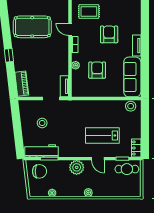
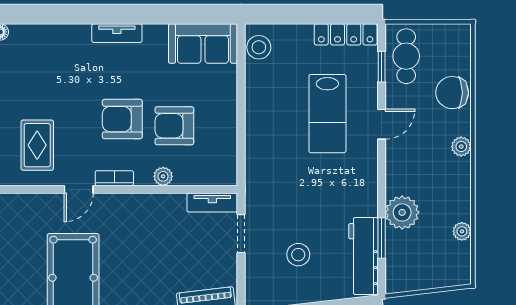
armchair: (109, 34) -> (122, 119), moved
sofa: (132, 77) -> (203, 44), width x0.73
locker: (136, 148) -> (346, 34), width x1.53
plant: (77, 167) -> (402, 212), moved
chair: (39, 171) -> (452, 93), moved, turned -90

